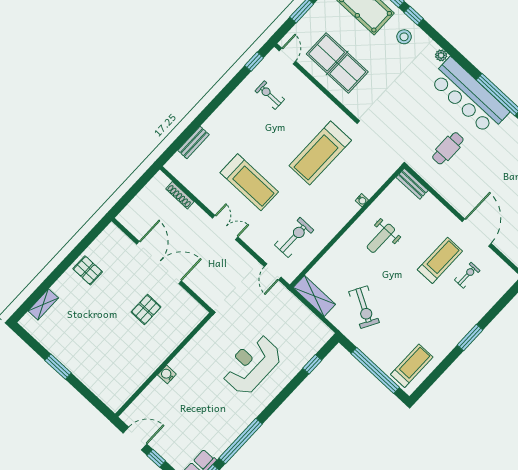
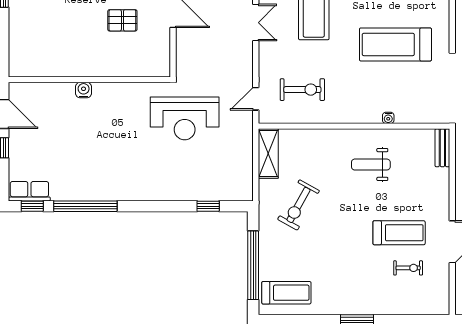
reception desk: (252, 365) -> (185, 118), moved, turned 180

